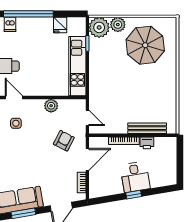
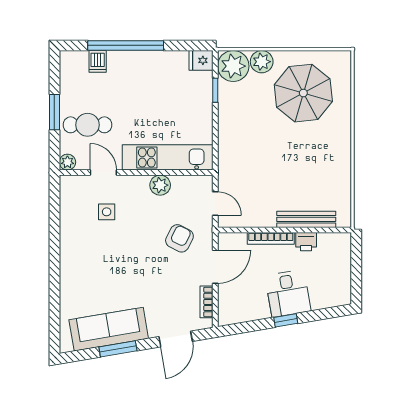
fridge: (60, 25) -> (201, 60), moved, turned 90
kitchen unit: (77, 66) -> (168, 157), moved, turned 90

